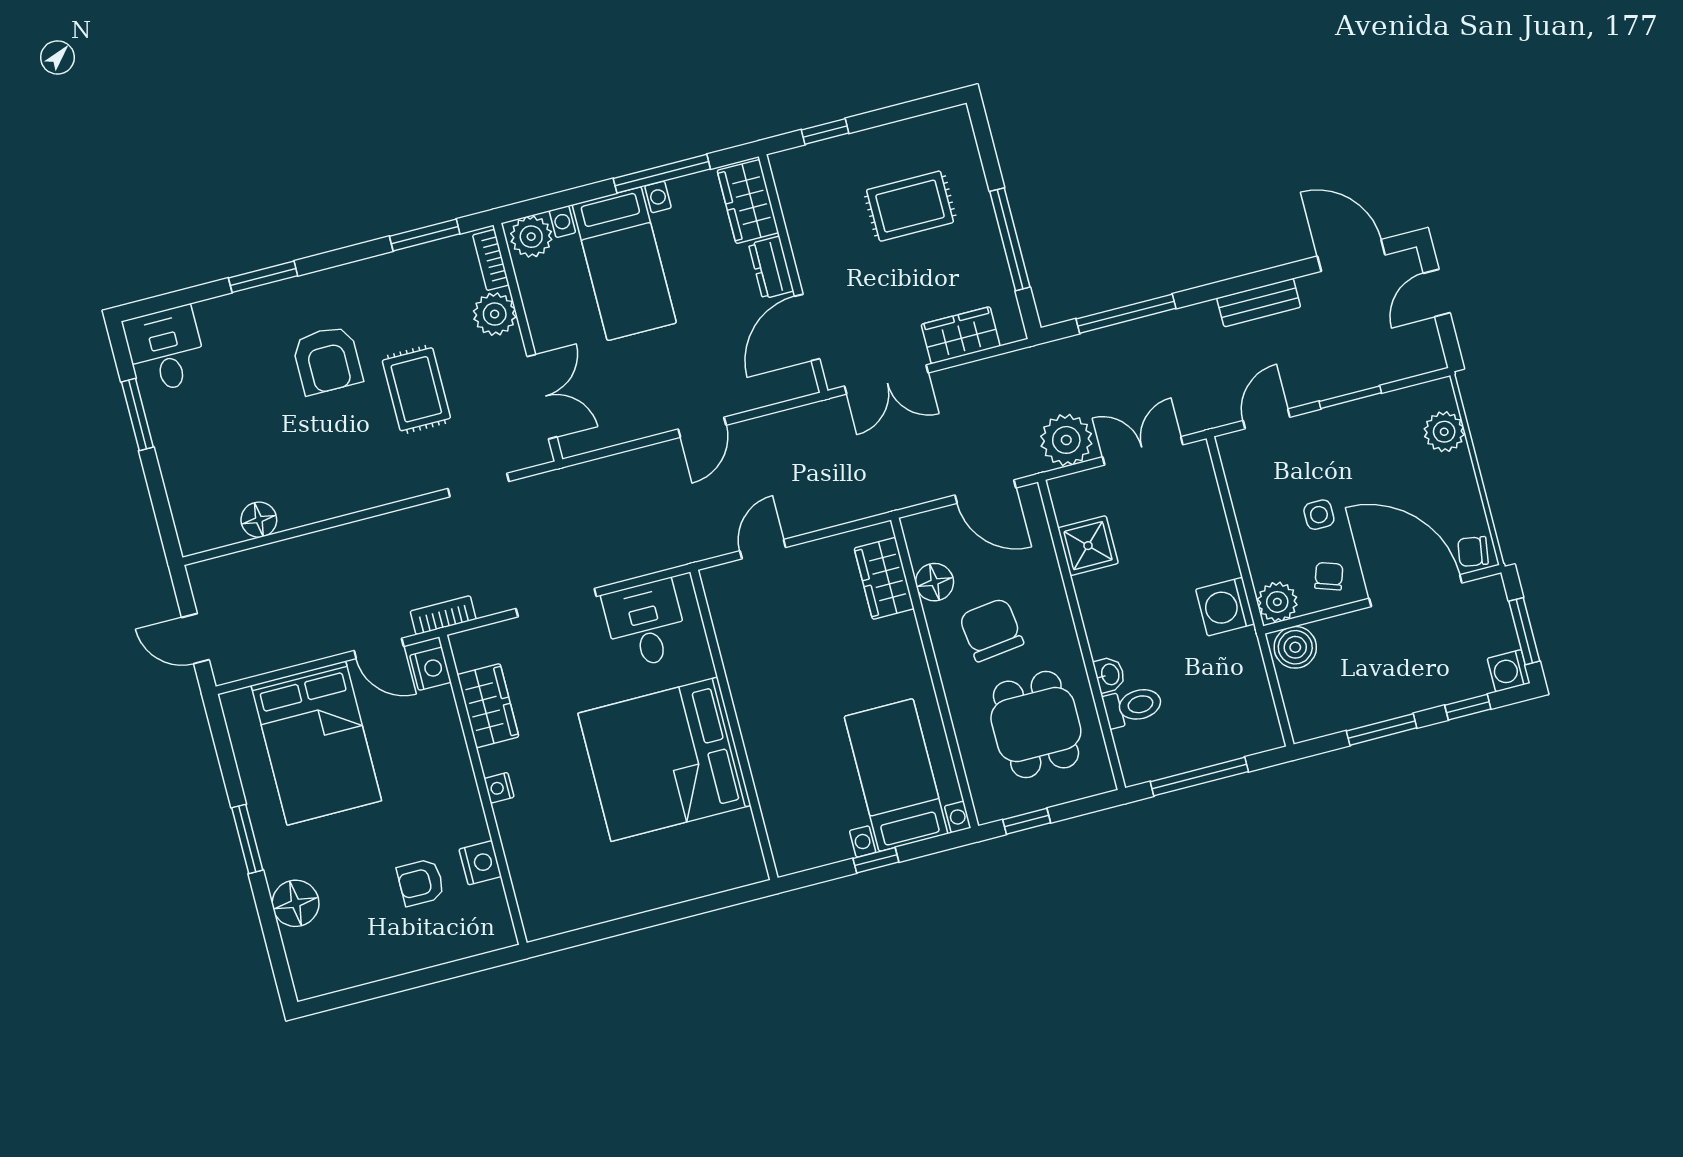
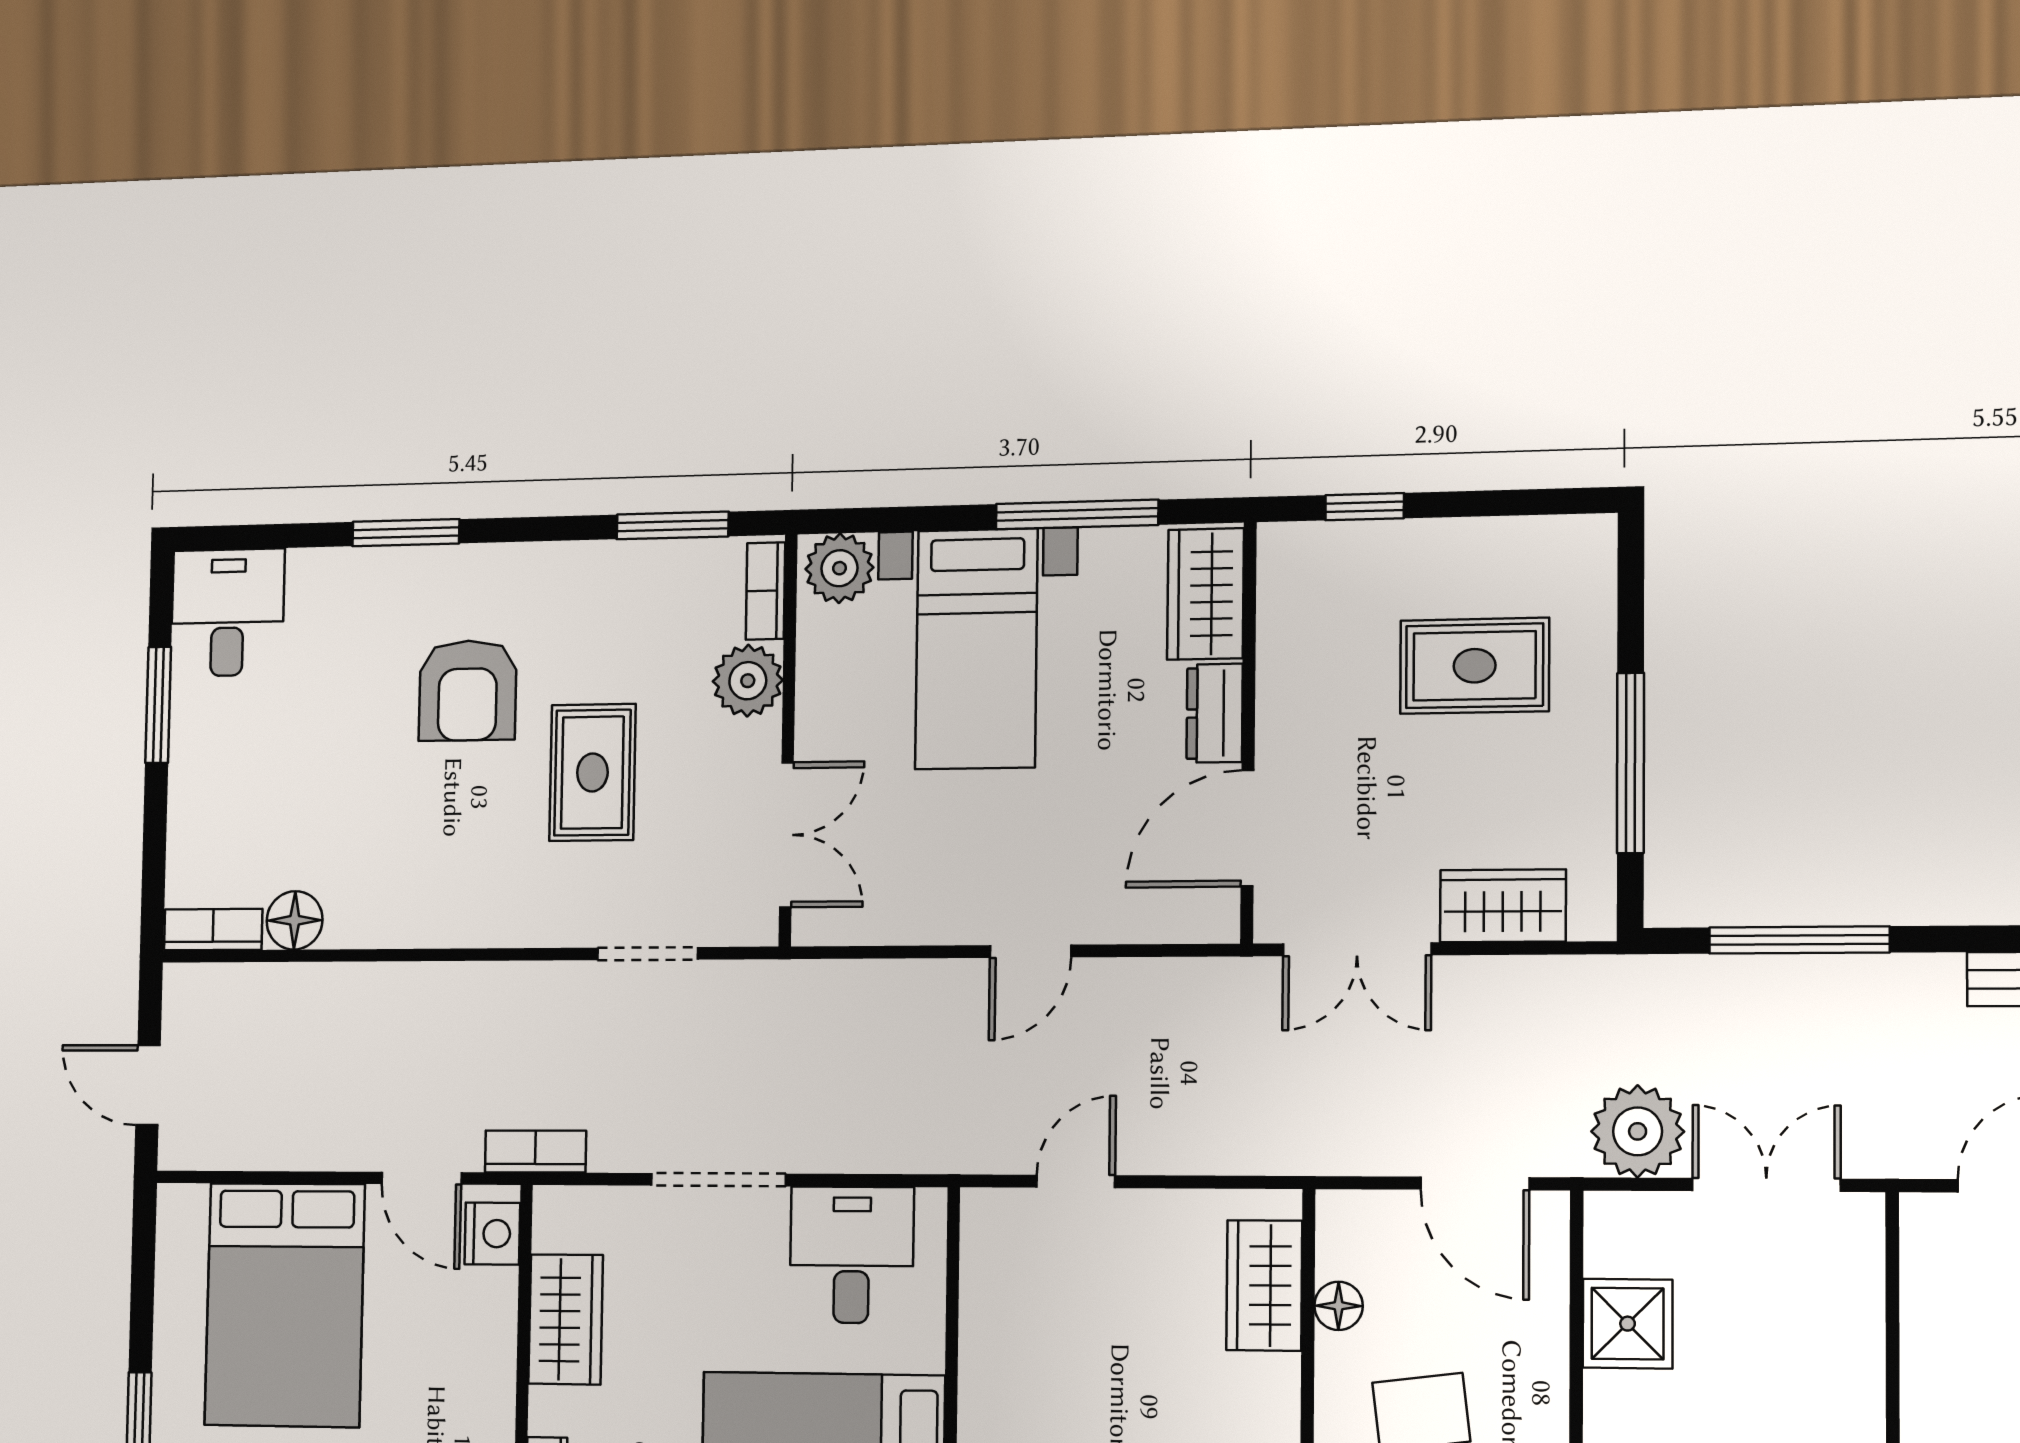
bookcase: (210, 538) -> (213, 930), added
floor lamp: (934, 582) -> (1339, 1306), width x0.73, depth x0.73

